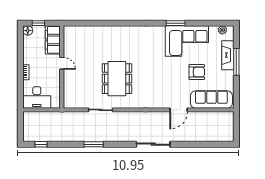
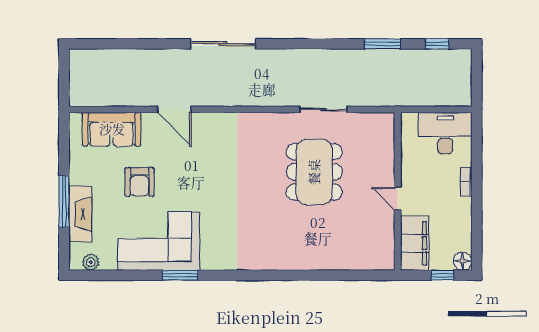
armchair: (197, 72) -> (139, 182), turned -90
dining table: (117, 79) -> (314, 172), moved
sofa: (211, 100) -> (112, 129), width x0.73
door: (179, 110) -> (174, 109), swing flipped
window: (94, 144) -> (382, 44), moved

